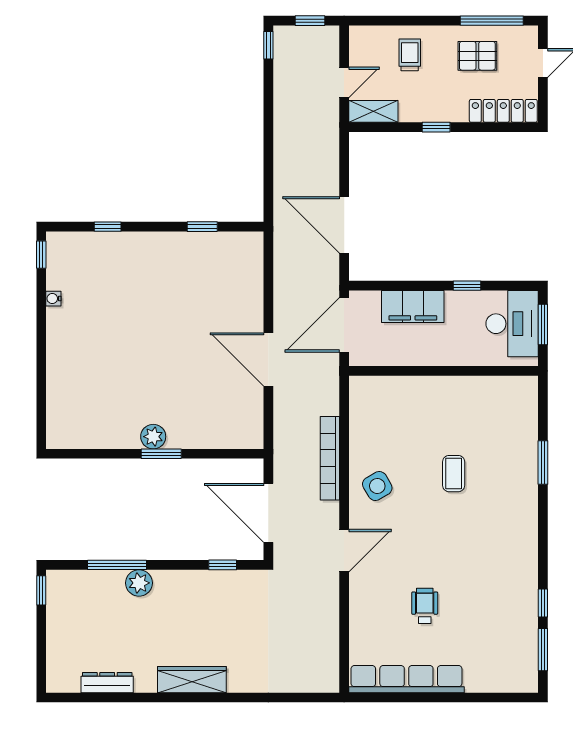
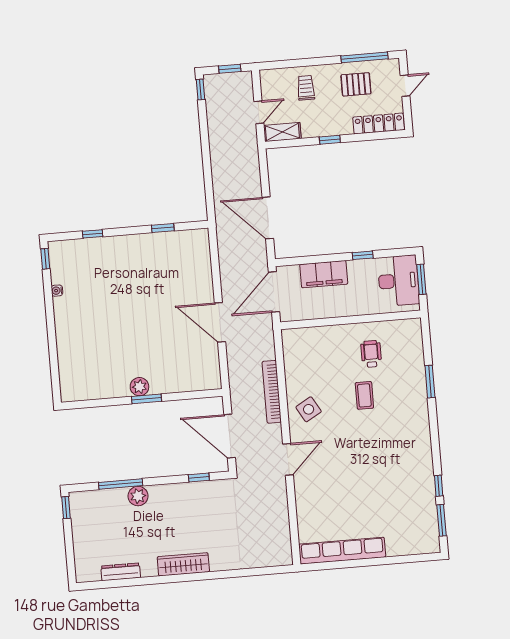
wheelchair: (425, 606) -> (371, 354), moved

